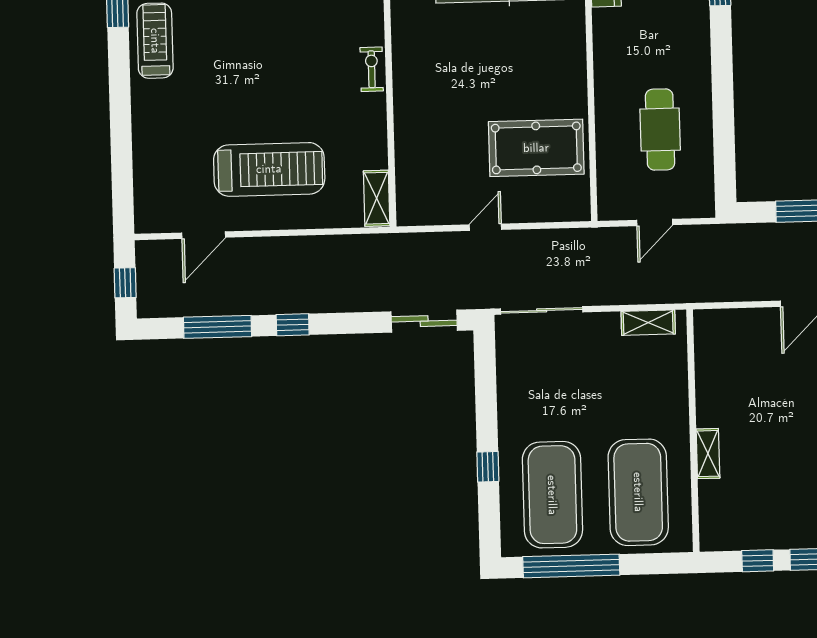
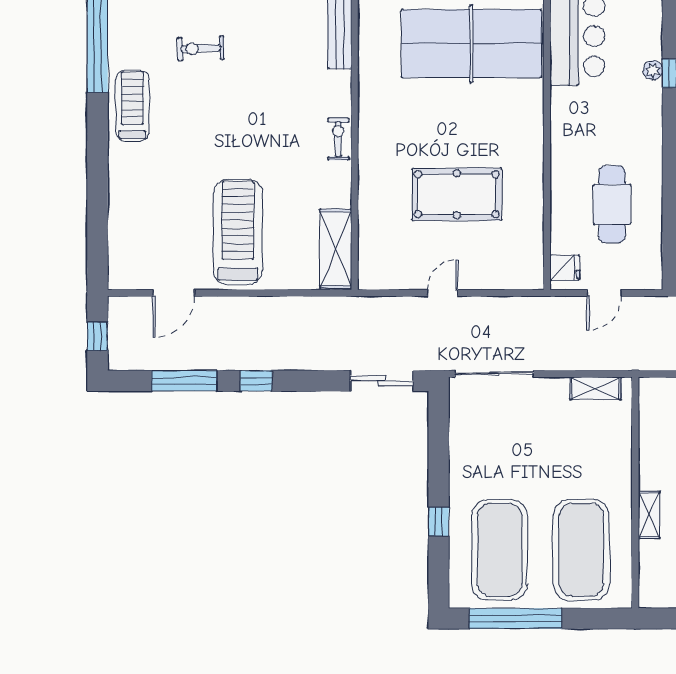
pool table: (536, 148) -> (457, 194), moved
treadmill: (269, 169) -> (238, 232), turned -90
fridge: (613, 197) -> (565, 268), added
shelving: (377, 198) -> (336, 249), width x1.50, depth x1.33

